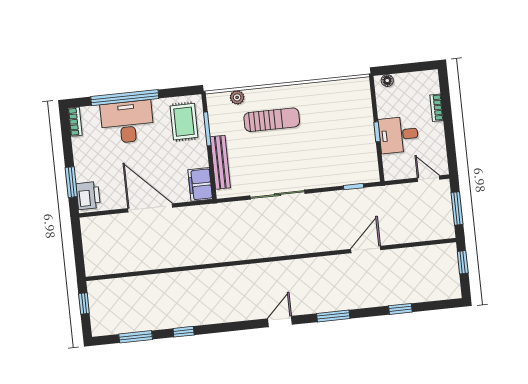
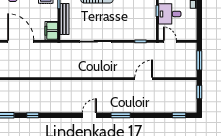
door: (428, 179) -> (170, 41), moved
window: (400, 309) -> (179, 115), moved

